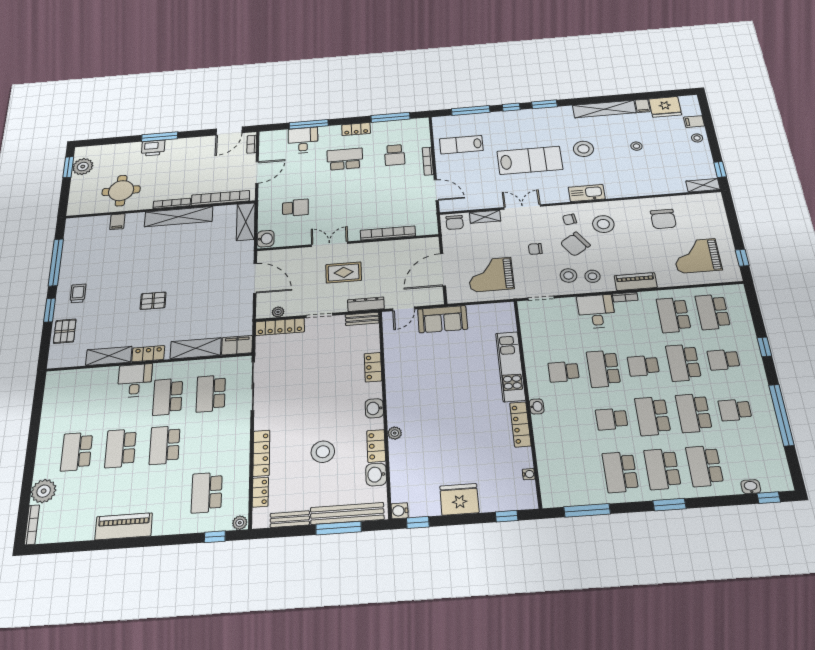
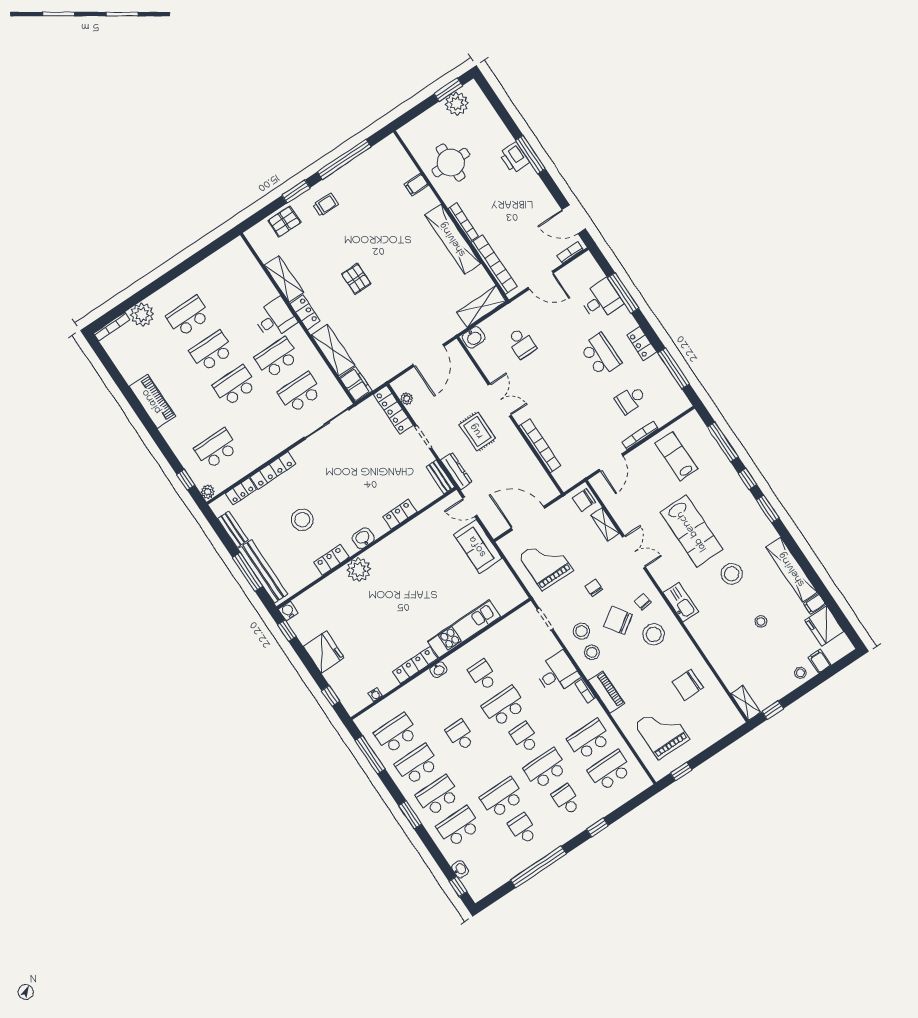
school desk: (653, 416) -> (396, 733), moved
plant: (395, 433) -> (359, 570), width x1.88, depth x1.88
washbasin: (376, 475) -> (307, 575), removed

